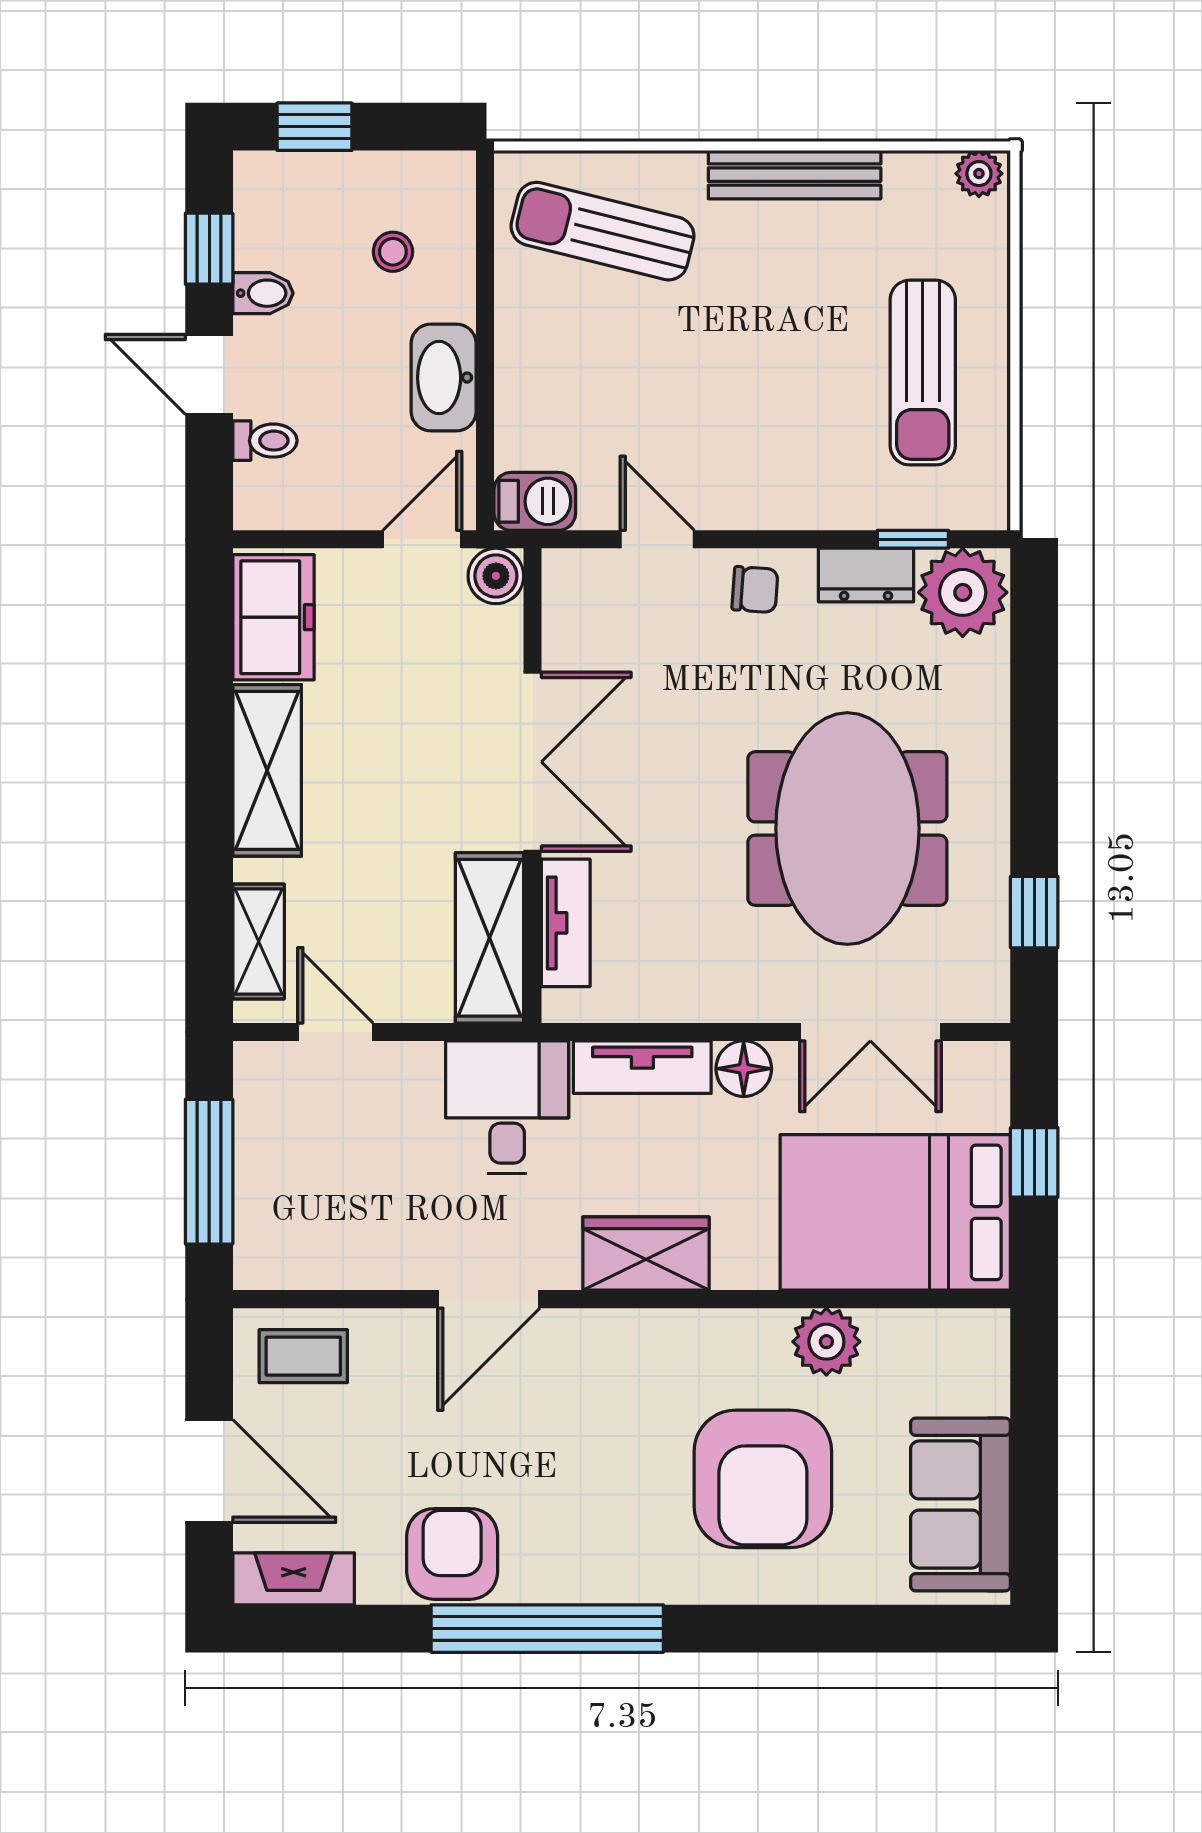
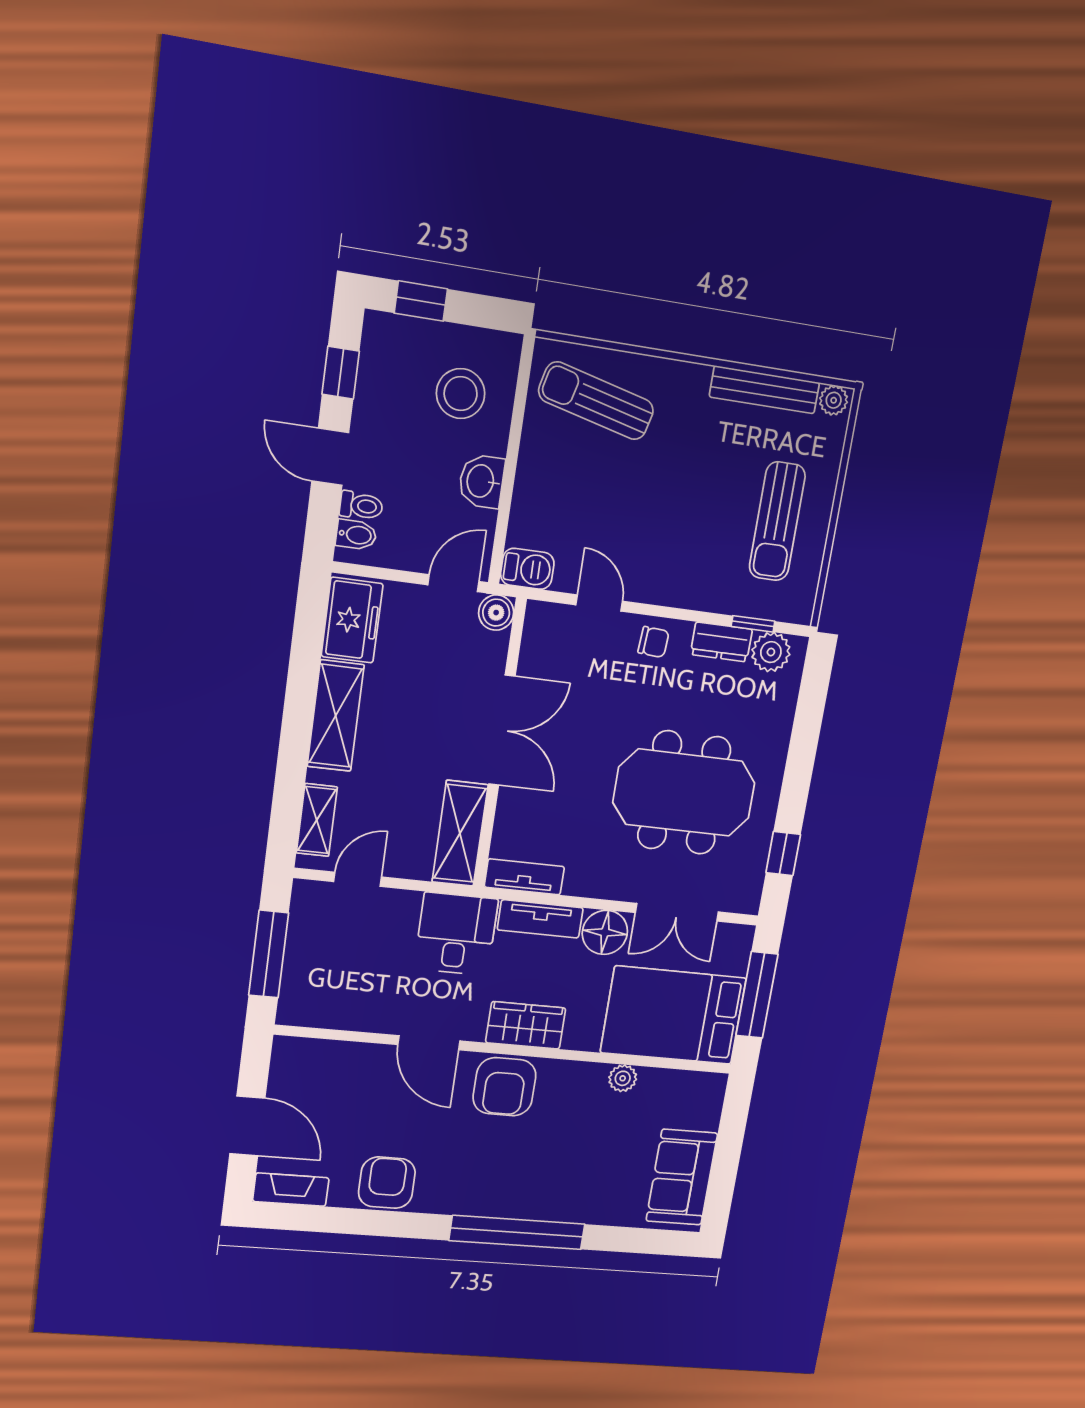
bench: (795, 175) -> (764, 390), moved
stool: (393, 252) -> (461, 394), width x1.89, depth x1.89
bidet: (263, 293) -> (356, 535), moved
washbasin: (444, 378) -> (481, 481), width x0.72
plant: (963, 592) -> (771, 652), width x0.73, depth x0.73
meeting table: (847, 829) -> (684, 793), turned 90
tv unit: (566, 923) -> (524, 877), moved, turned -90
door: (335, 1032) -> (358, 879), hinge flipped
floor lamp: (744, 1069) -> (605, 932), width x1.38, depth x1.38
window: (1034, 1162) -> (757, 995), width x2.17
door: (489, 1299) -> (429, 1043), hinge flipped
plant: (826, 1342) -> (623, 1078), width x0.73, depth x0.73
coffee table: (303, 1356) -> (313, 1066), removed
armchair: (763, 1479) -> (504, 1087), moved, width x0.73, depth x0.73
window: (547, 1629) -> (517, 1232), moved

